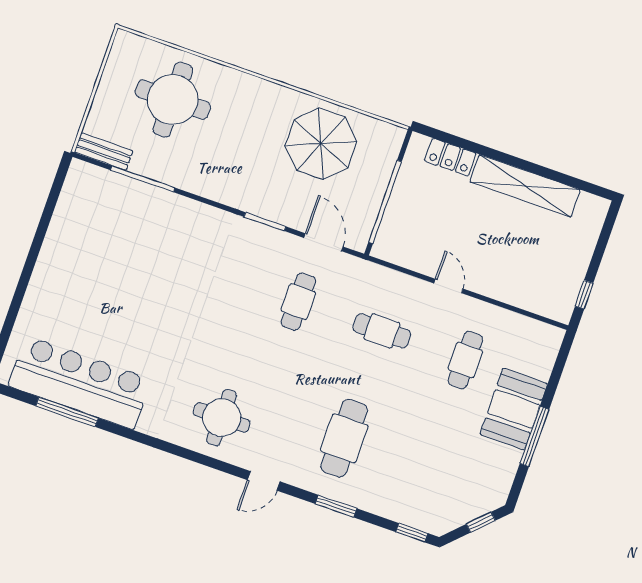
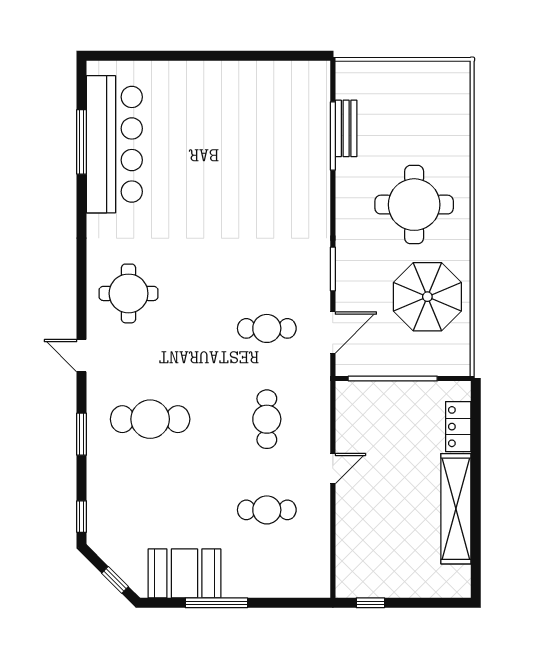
round table: (173, 100) -> (414, 205), moved
bench: (104, 151) -> (346, 128), moved
booth: (514, 409) -> (184, 573), moved

